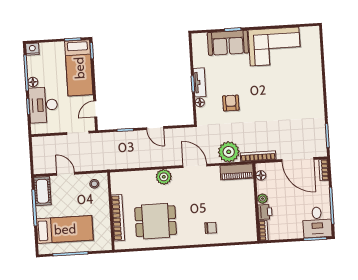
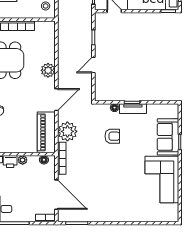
door: (298, 160) -> (56, 195), swing flipped
piano: (237, 172) -> (46, 132), width x1.37, depth x1.33

